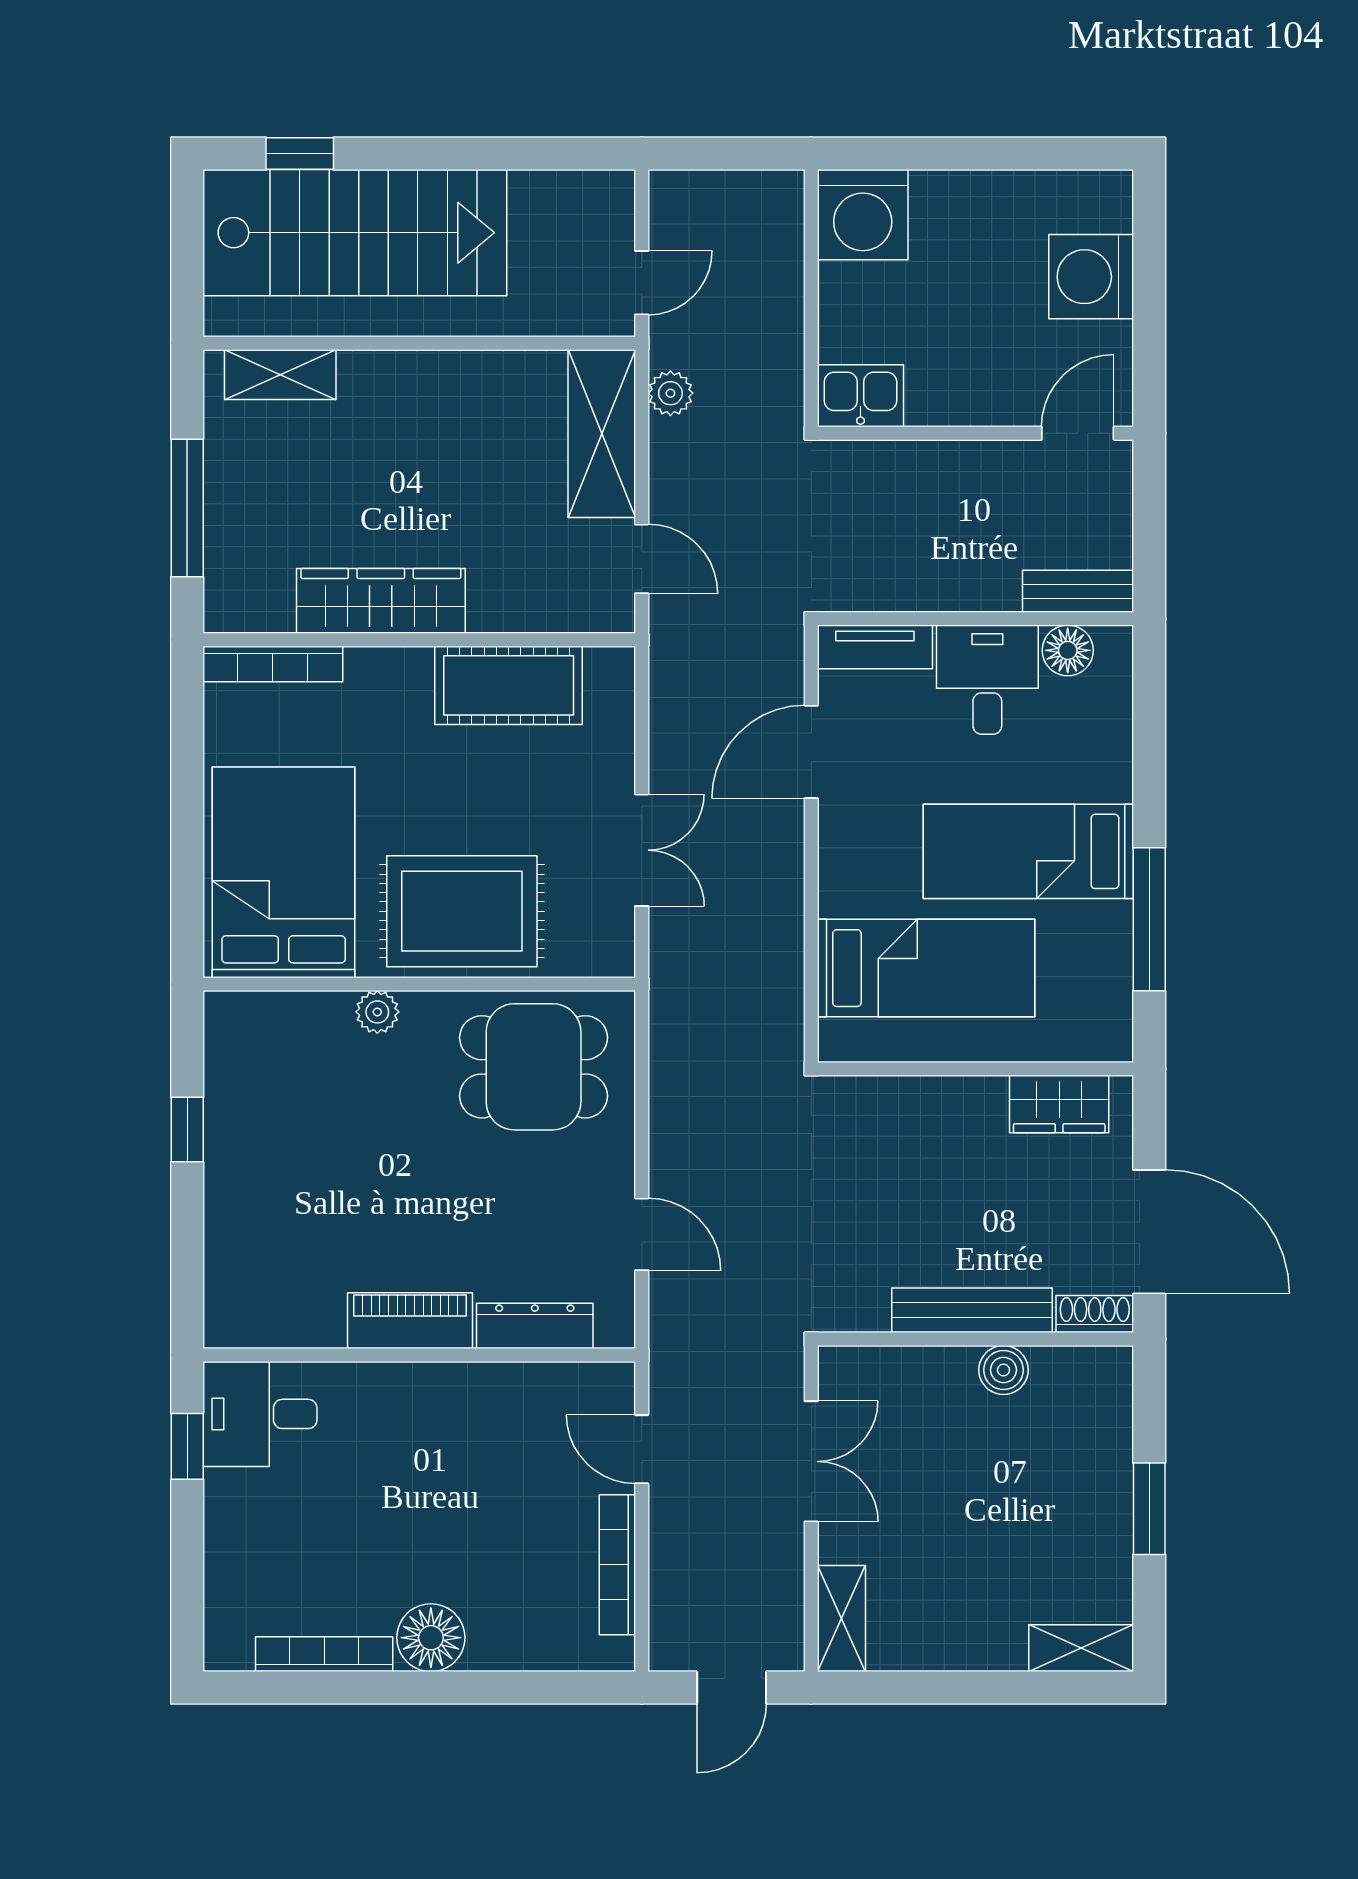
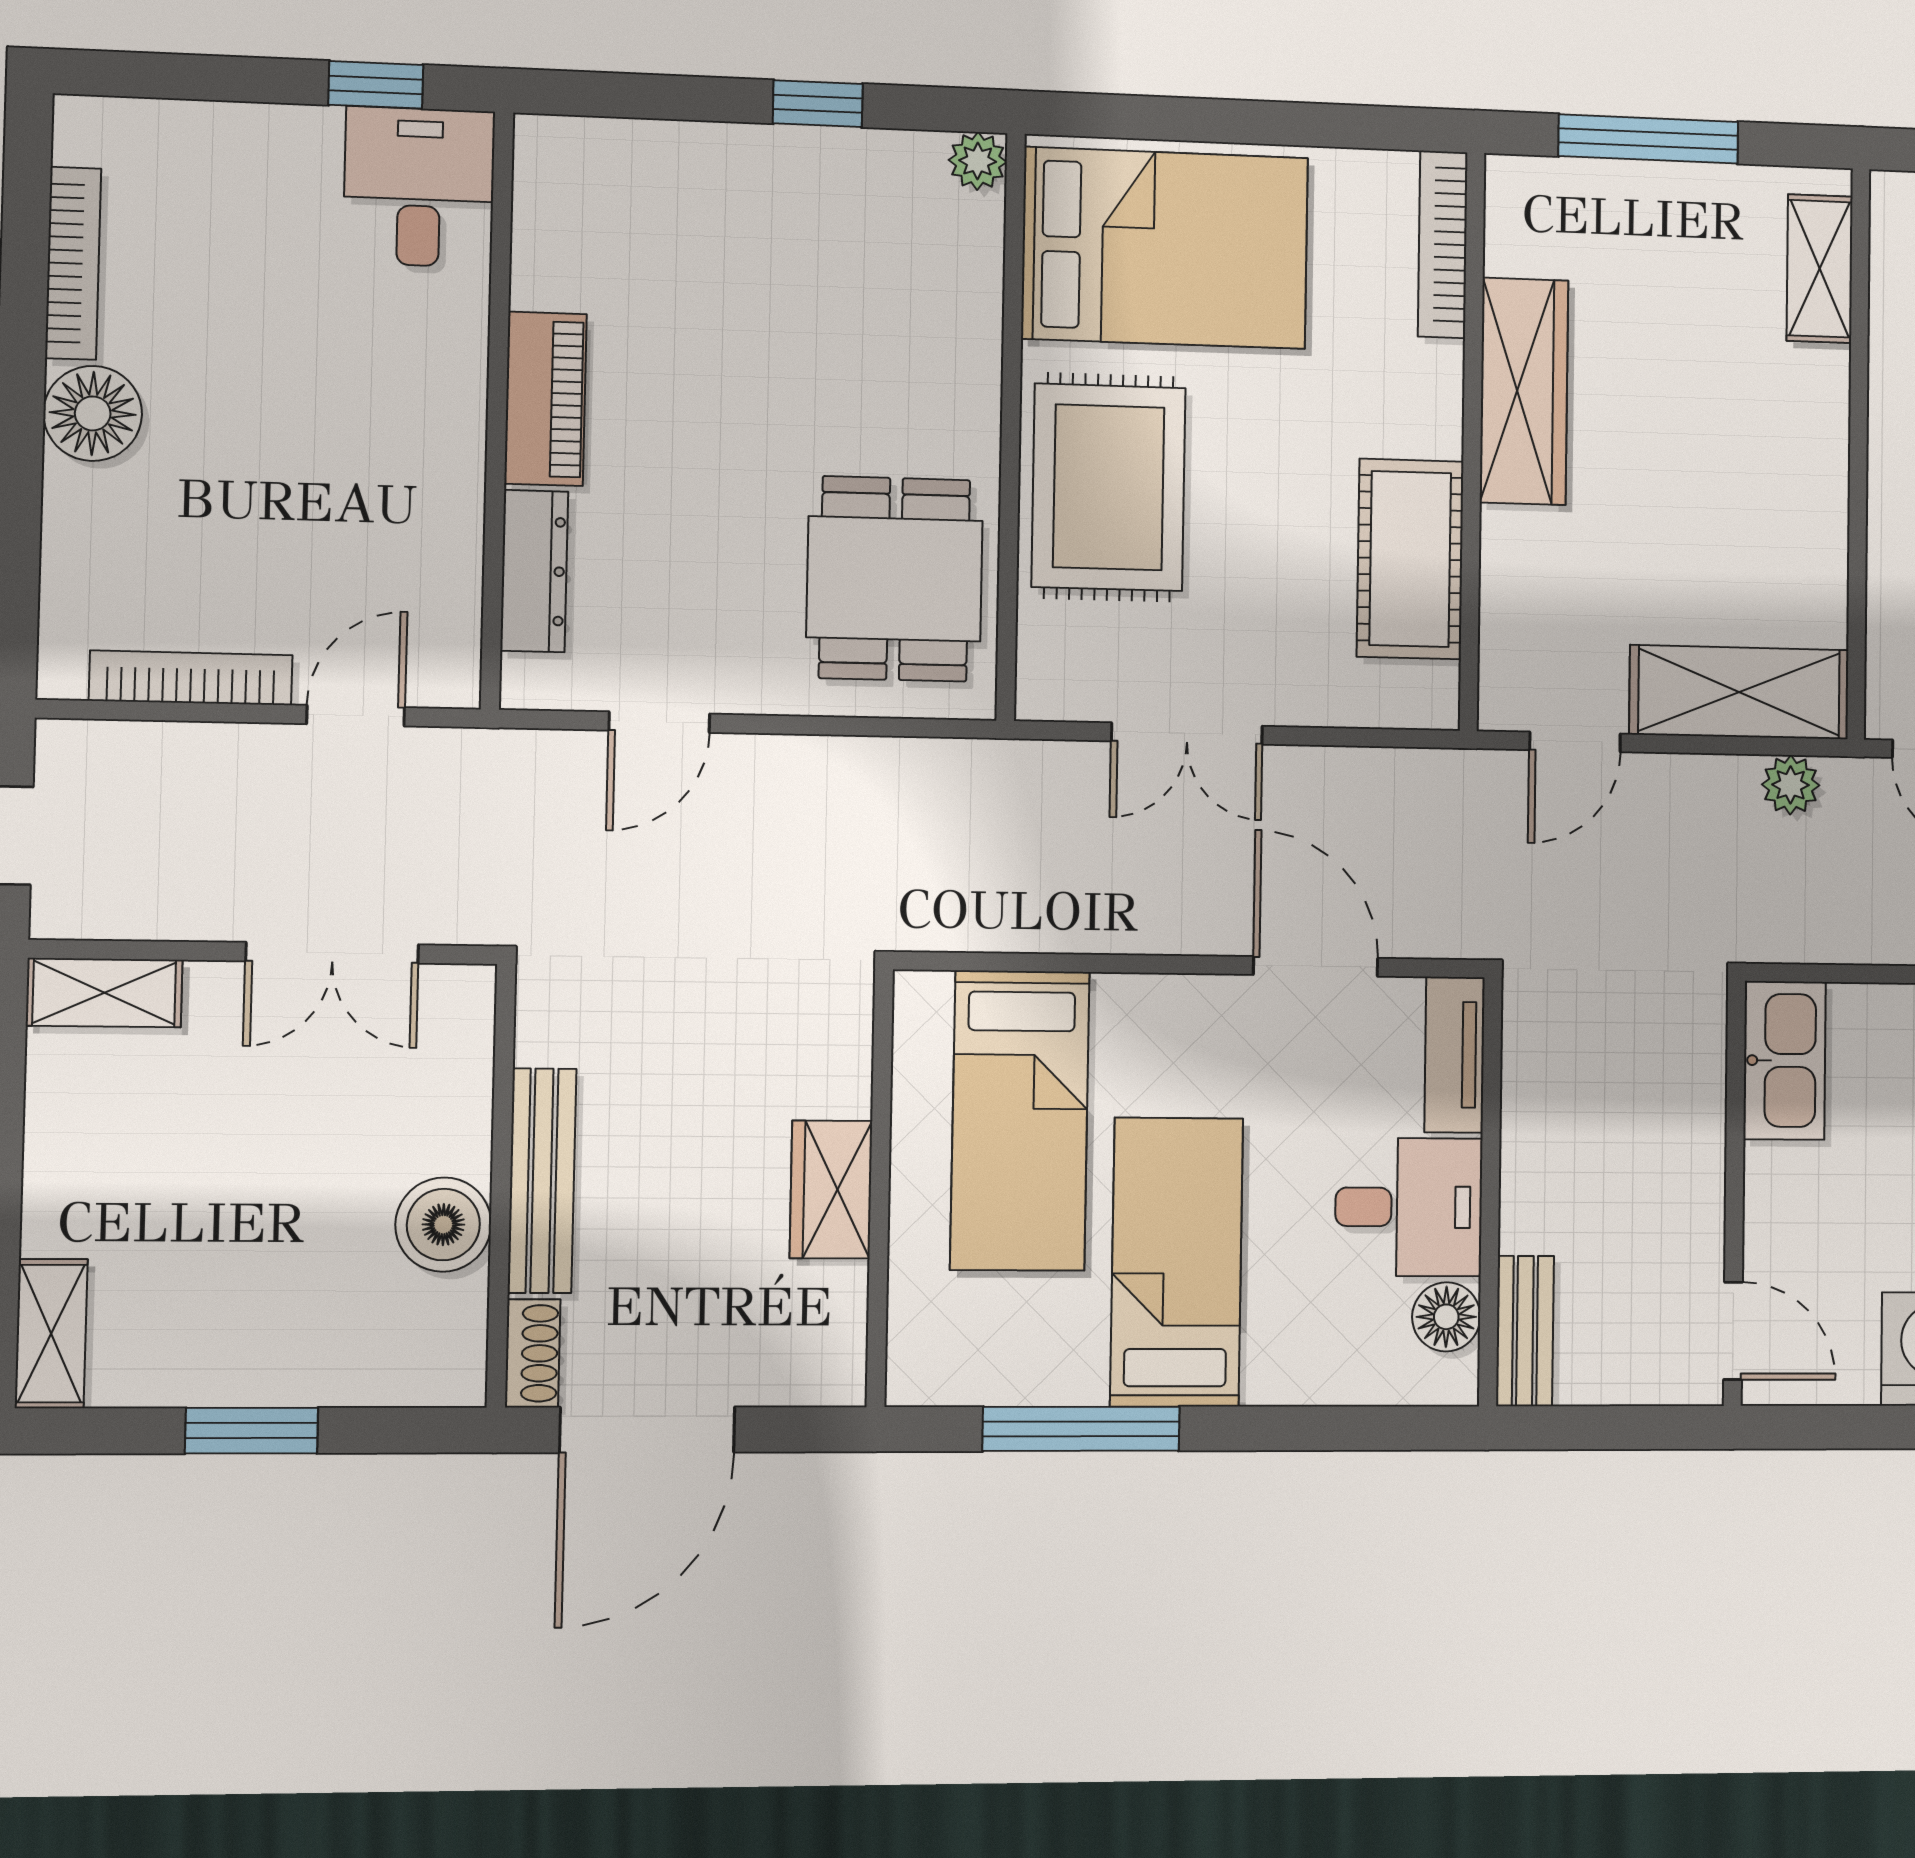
kitchen sink: (860, 396) -> (1785, 1060), width x1.38
plant: (377, 1012) -> (978, 161), moved
wardrobe: (1059, 1104) -> (831, 1189), moved
boiler: (1004, 1370) -> (443, 1225), width x1.36, depth x1.36

